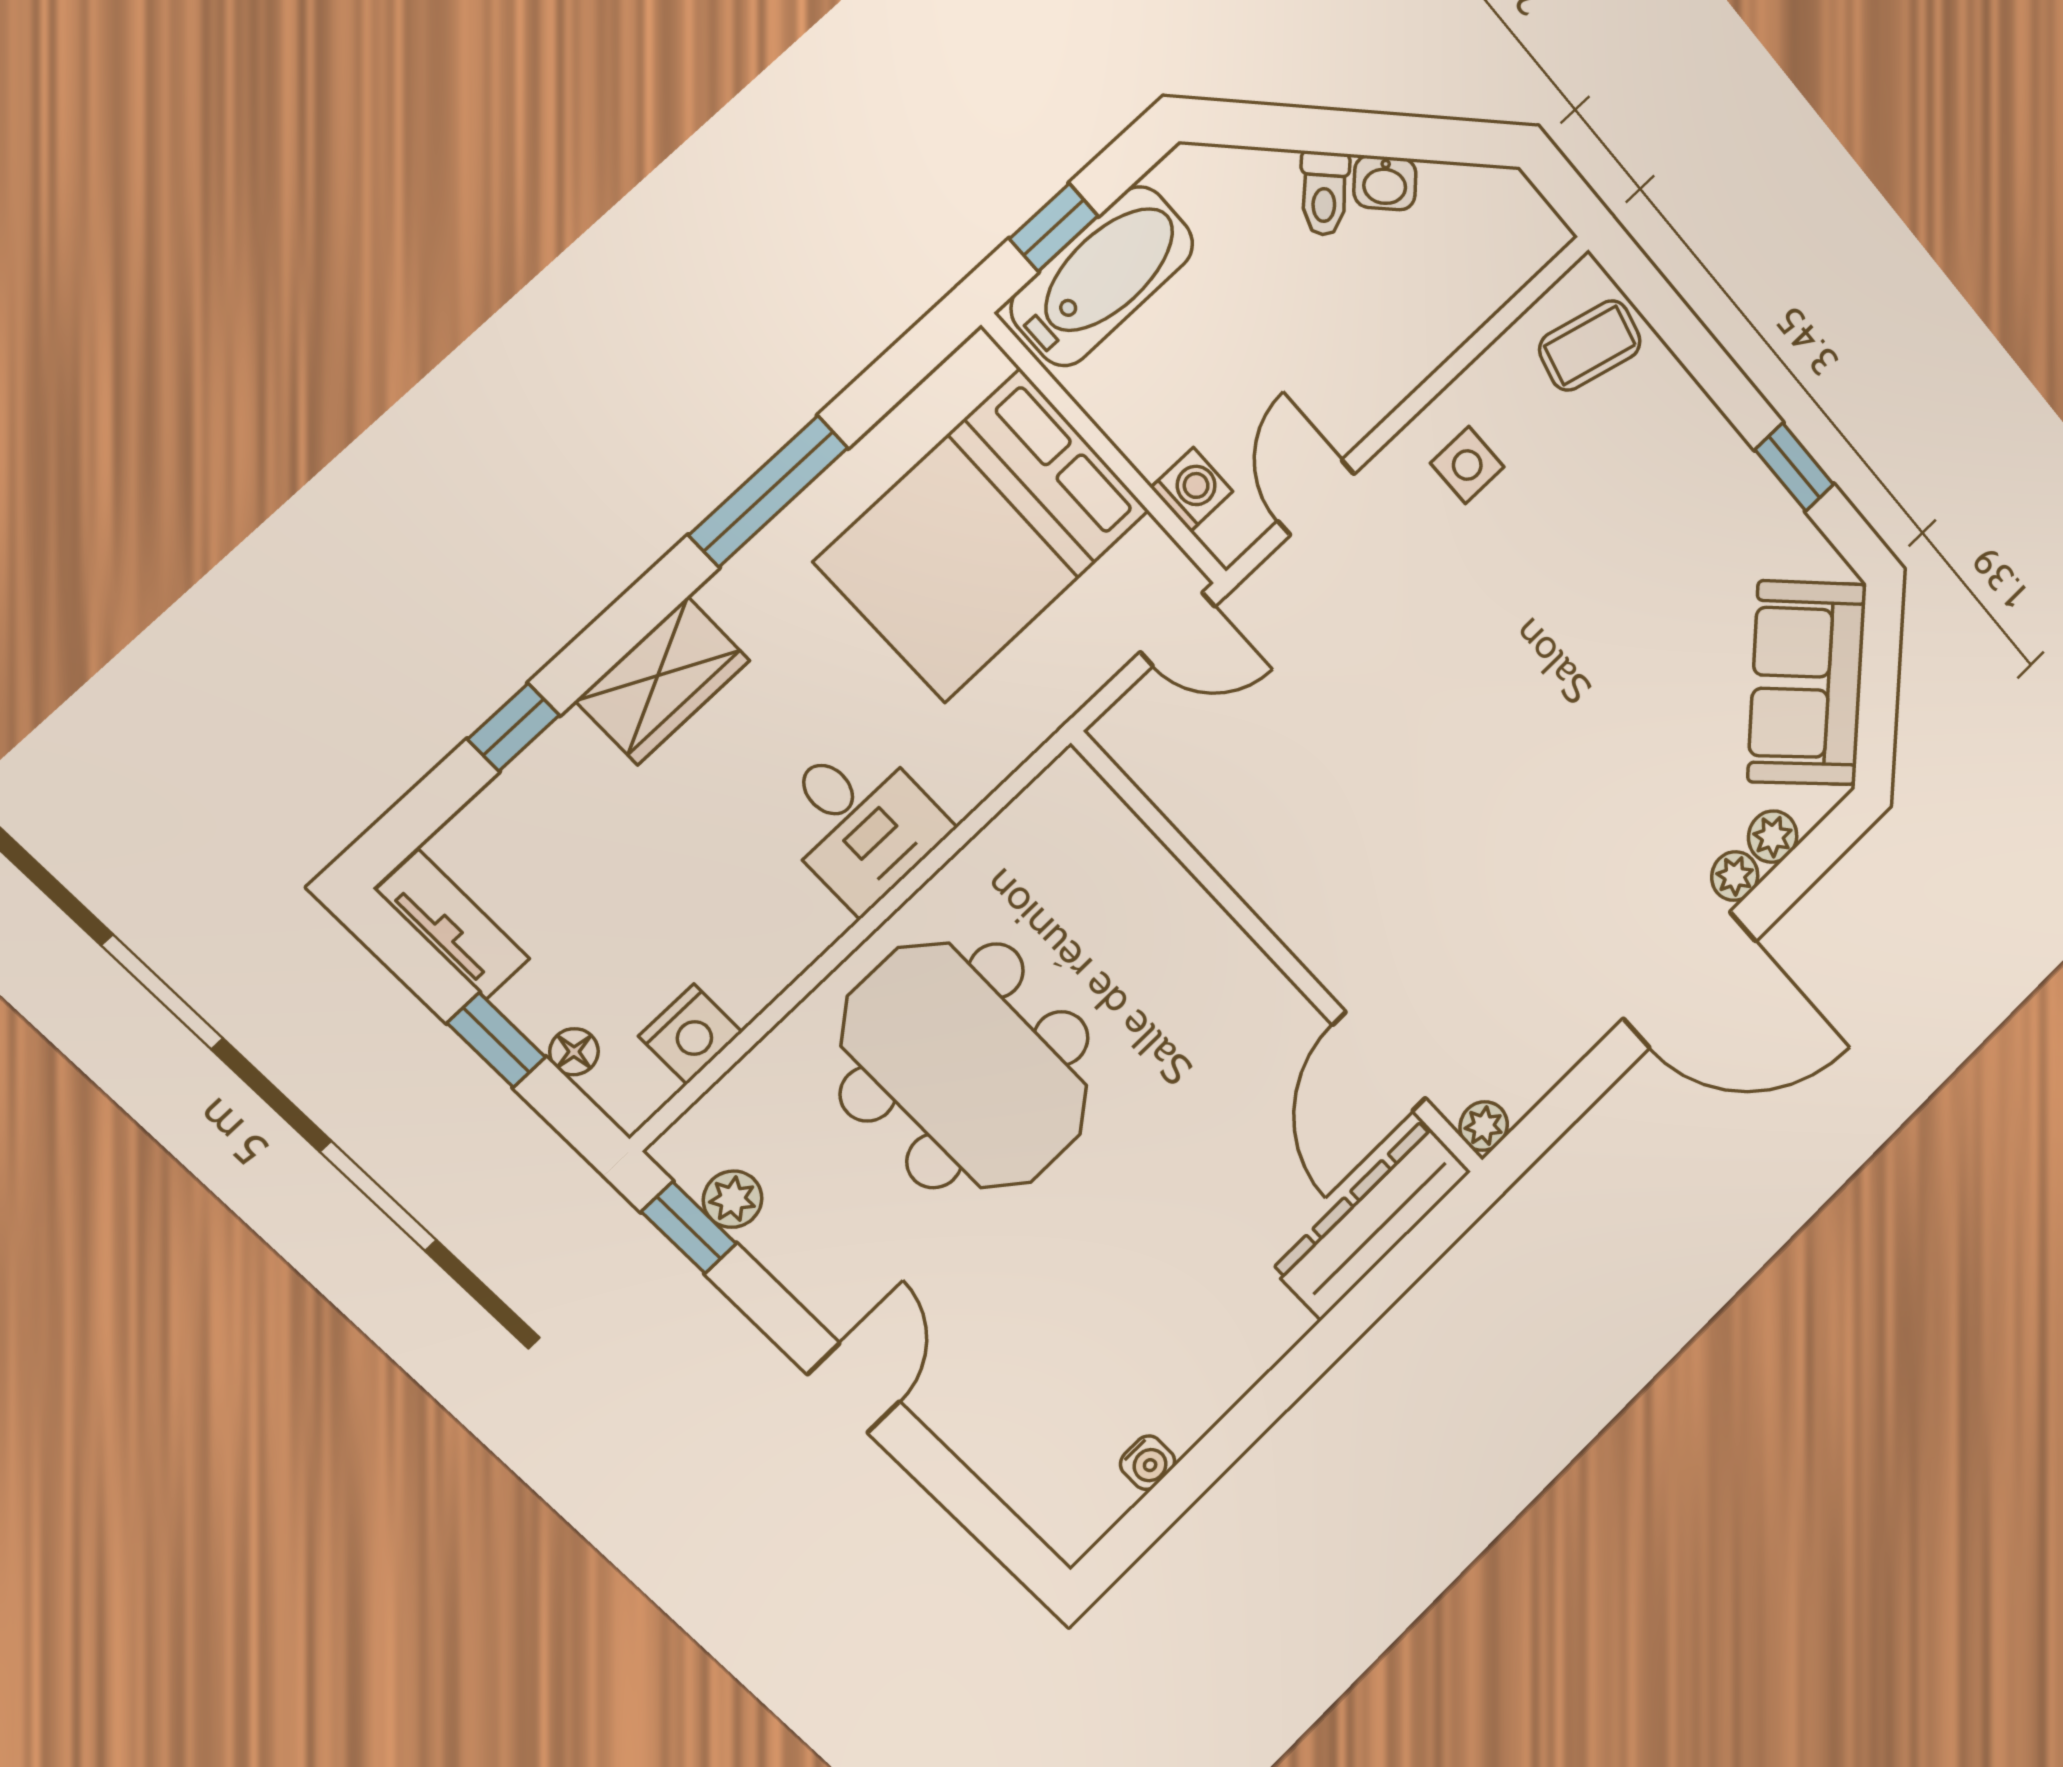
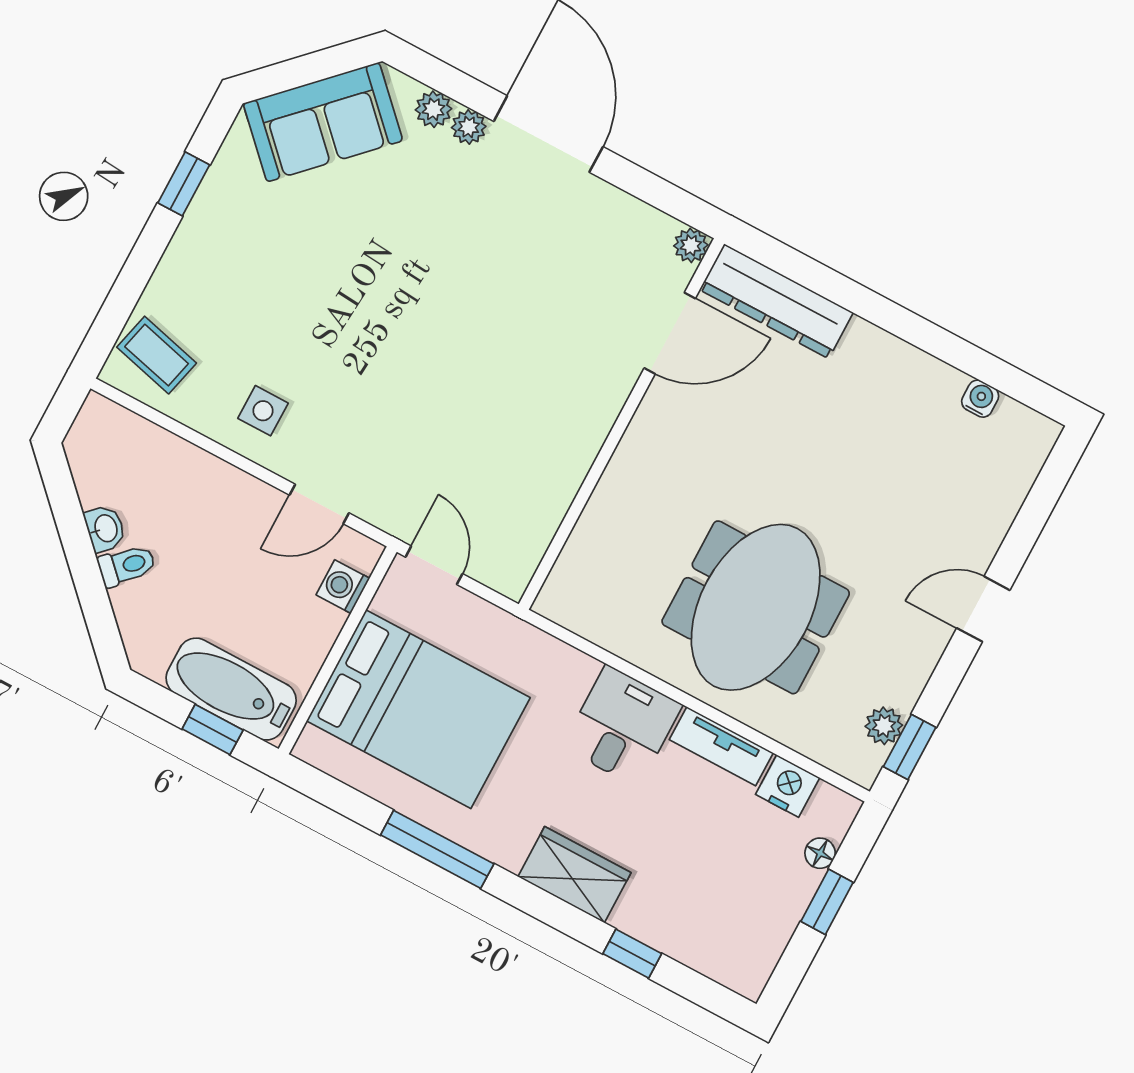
tv unit: (453, 925) -> (721, 746), moved, turned -90

